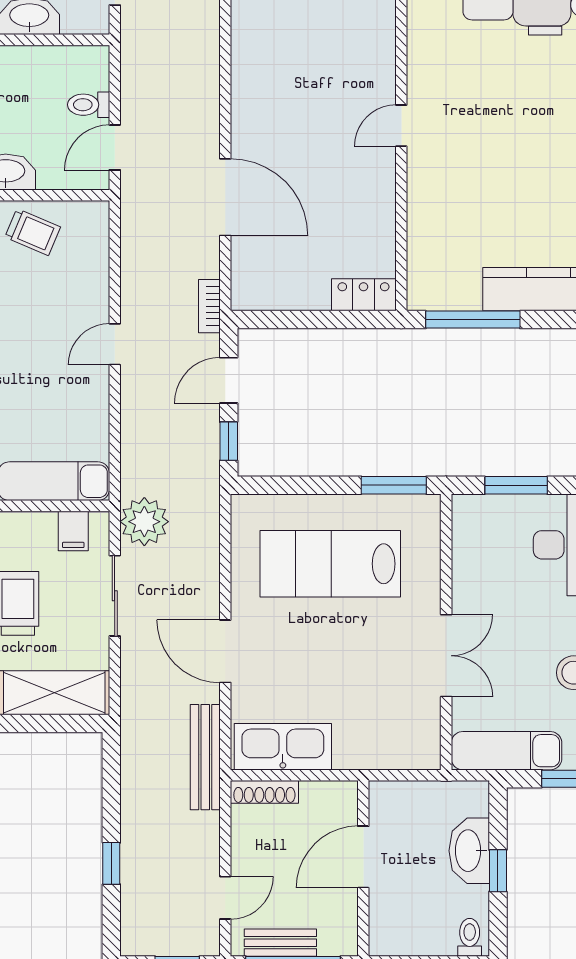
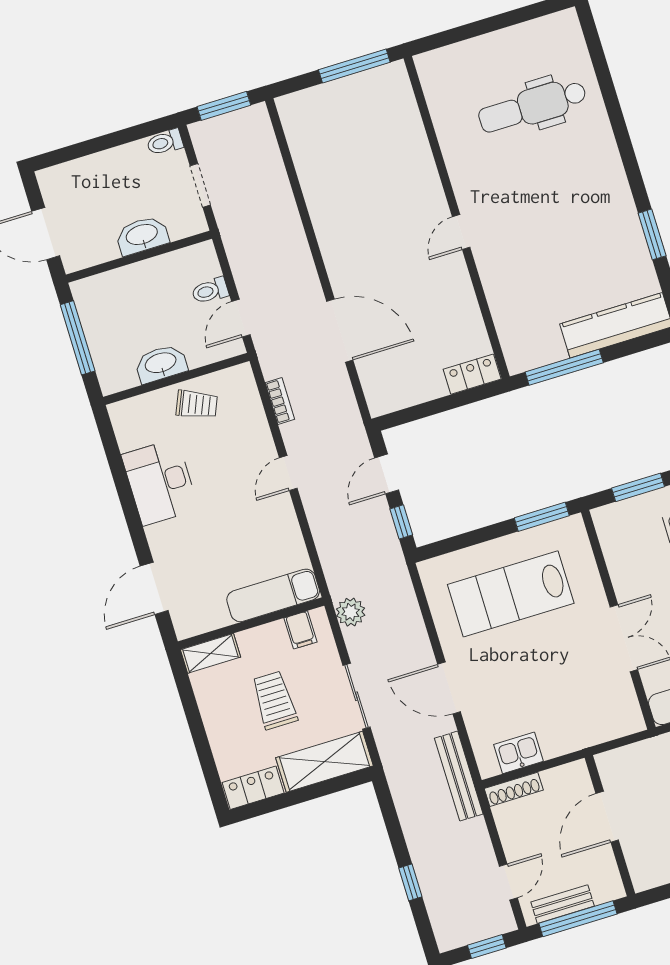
bookcase: (209, 306) -> (280, 401), moved, turned 180
plant: (144, 522) -> (351, 612), width x0.73, depth x0.73
sliding door: (115, 596) -> (357, 696), moved
kitchen sink: (283, 747) -> (518, 753), width x0.53, depth x0.81

